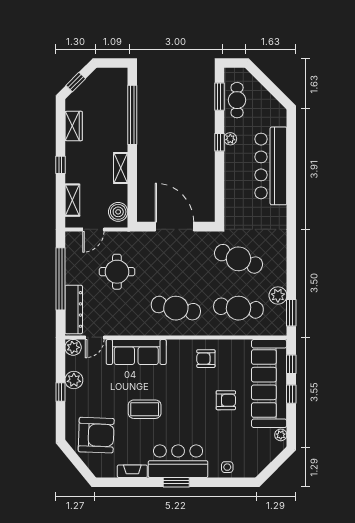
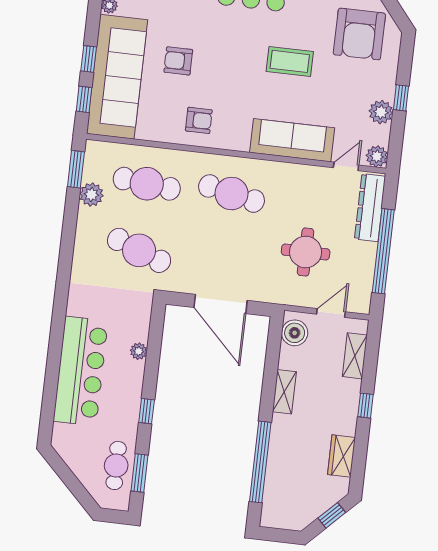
plant: (230, 139) -> (139, 351), moved
armchair: (96, 435) -> (359, 34), turned -92

